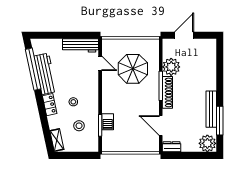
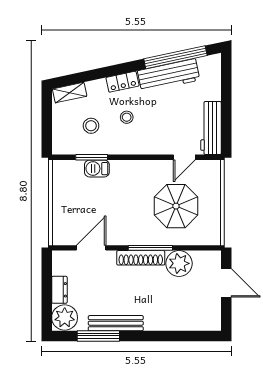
dresser: (172, 147) -> (59, 290), moved

